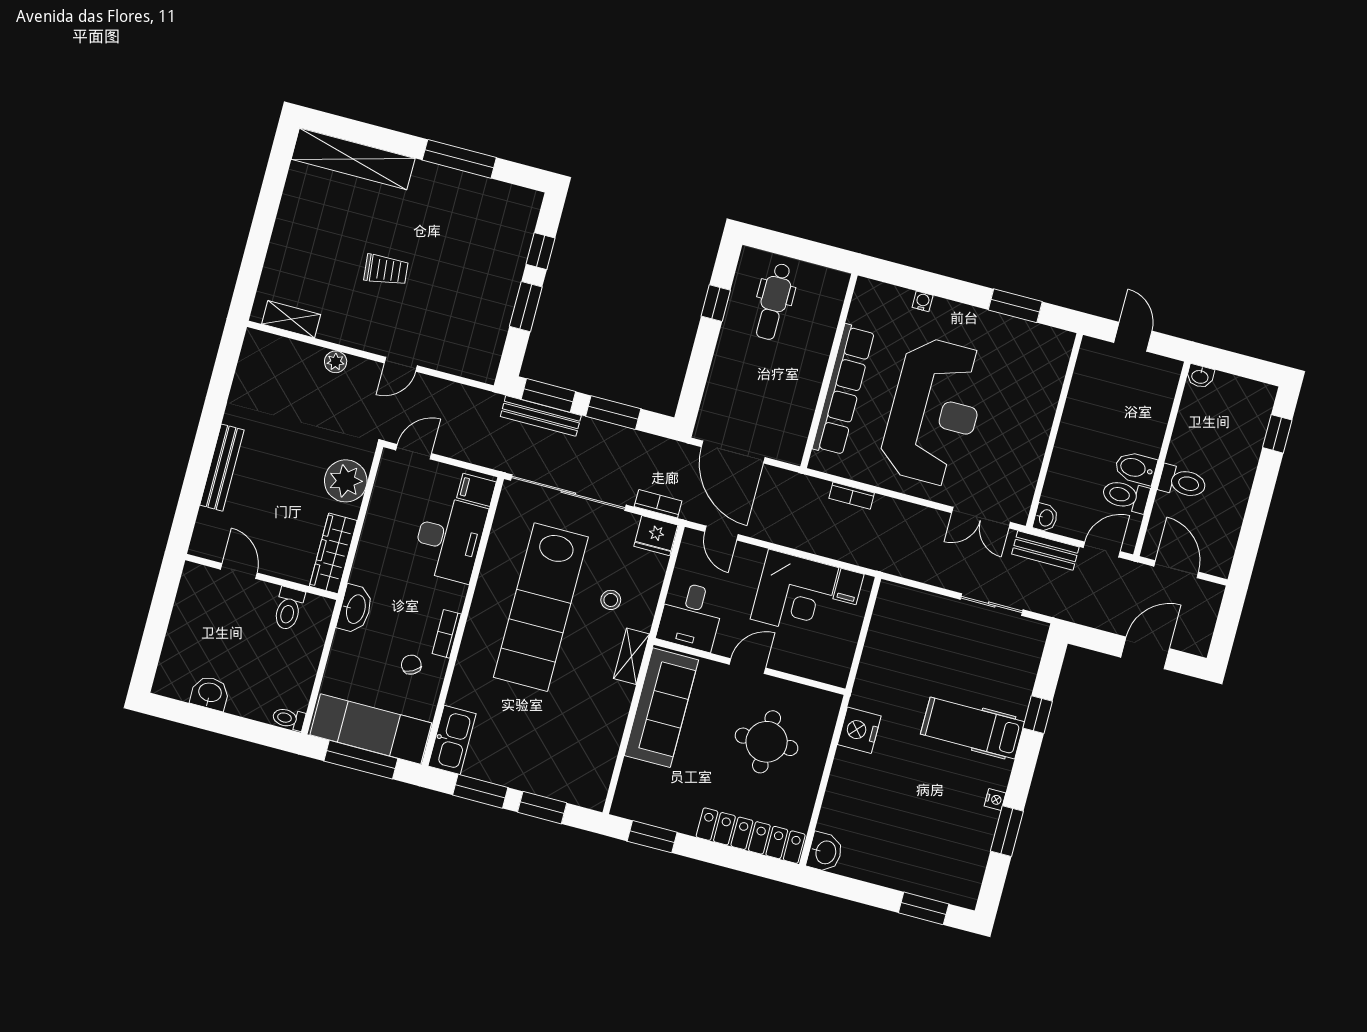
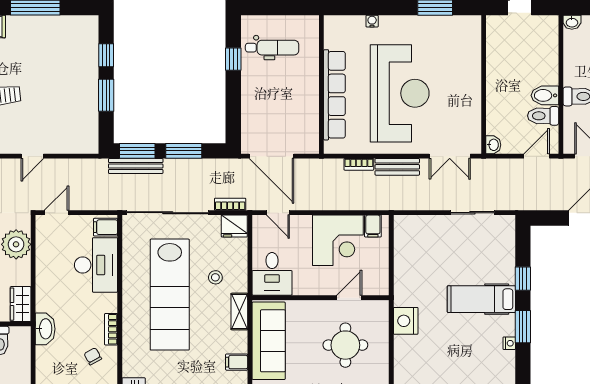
dental chair: (774, 301) -> (272, 48), turned -90
bench: (1045, 550) -> (397, 167), moved
wardrobe: (333, 553) -> (21, 304), width x0.67
door: (748, 666) -> (349, 298), moved
filing cabinet: (609, 726) -> (237, 362), added
window: (1007, 831) -> (523, 327), moved

